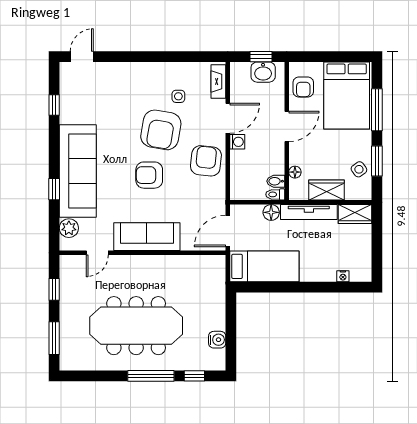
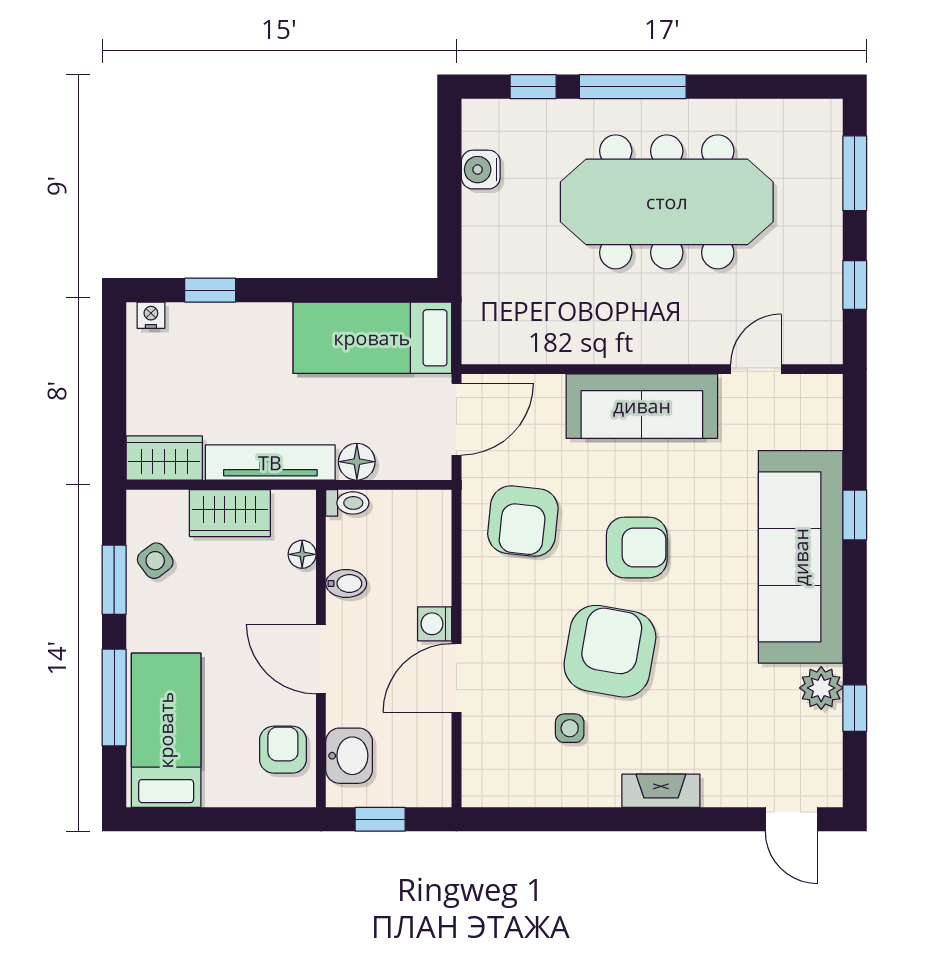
door: (82, 57) -> (791, 819), hinge flipped
washbasin: (263, 72) -> (349, 756), moved, turned 90
fireplace: (218, 81) -> (661, 791), moved, turned -90
bed: (347, 95) -> (166, 730), width x0.67
door: (287, 126) -> (321, 659), hinge flipped
armchair: (206, 161) -> (523, 521), moved
bidet: (276, 181) -> (346, 583), moved
plant: (69, 228) -> (821, 688), moved
nightstand: (343, 276) -> (151, 315), moved
window: (335, 287) -> (210, 290), added

